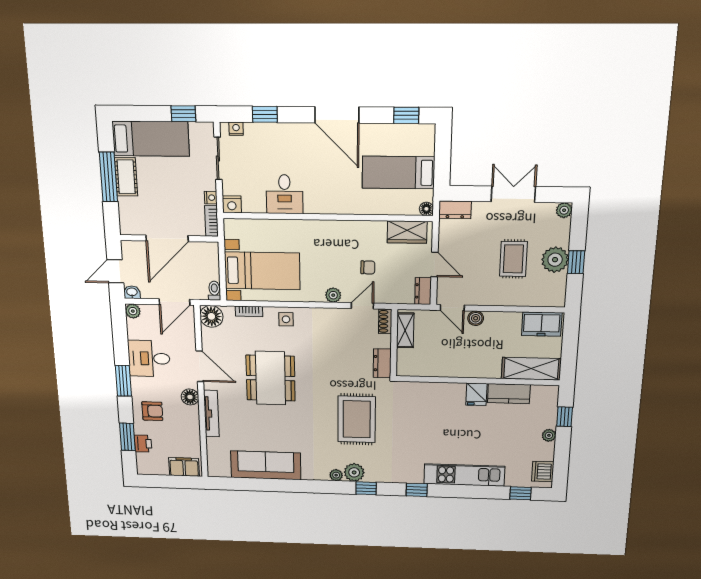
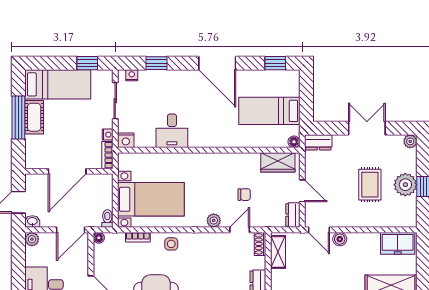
floor lamp: (211, 316) -> (99, 238), width x0.53, depth x0.53

